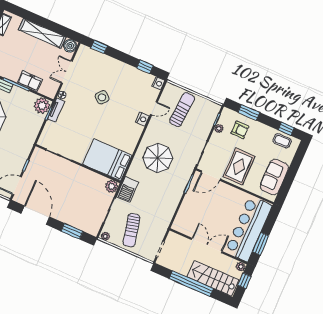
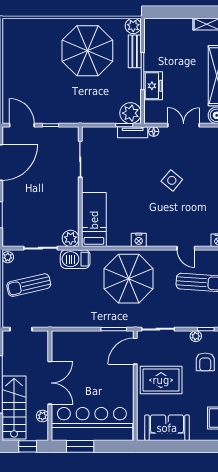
nightstand: (142, 119) -> (139, 240), moved
parasol: (158, 158) -> (129, 279), width x1.36, depth x1.36
bed: (107, 160) -> (94, 220), width x0.67
door: (211, 176) -> (135, 351), hinge flipped
plant: (241, 267) -> (42, 416), moved

